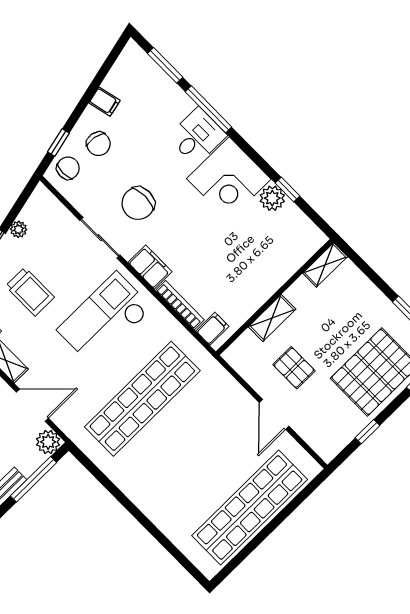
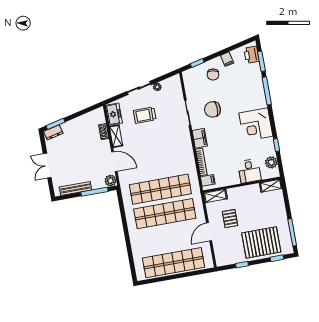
printer: (141, 66) -> (251, 55), added
desk: (197, 136) -> (249, 171), moved, turned 90
chair: (68, 168) -> (194, 76), removed
plant: (272, 198) -> (271, 162), moved
trolley: (30, 292) -> (145, 115), turned 90
shelving: (272, 318) -> (215, 196), moved
checkout: (105, 319) -> (167, 147), removed
shop shelf: (178, 435) -> (165, 214), added

